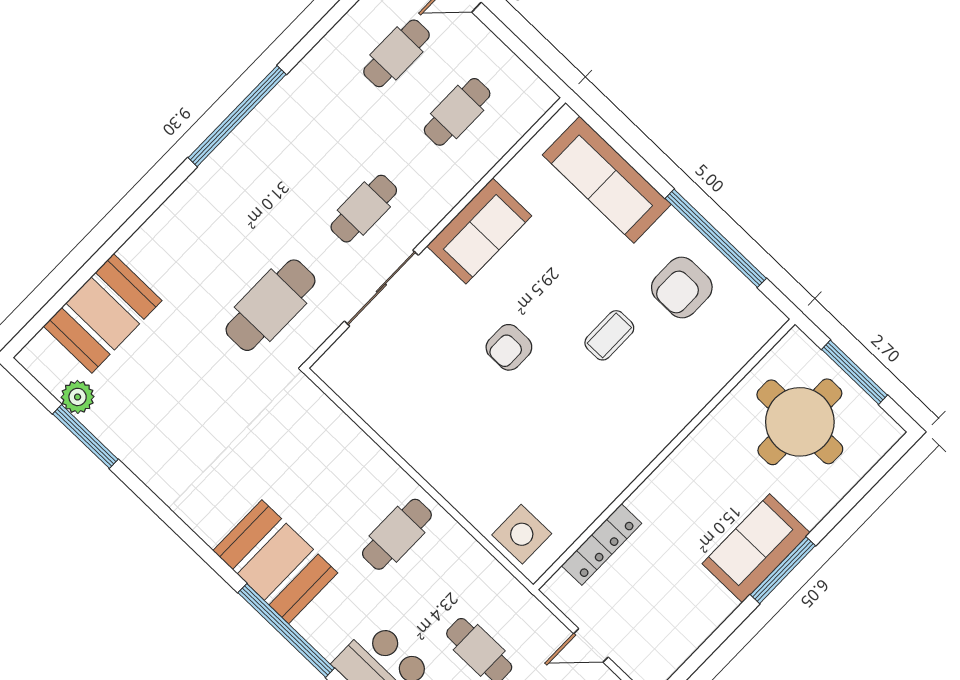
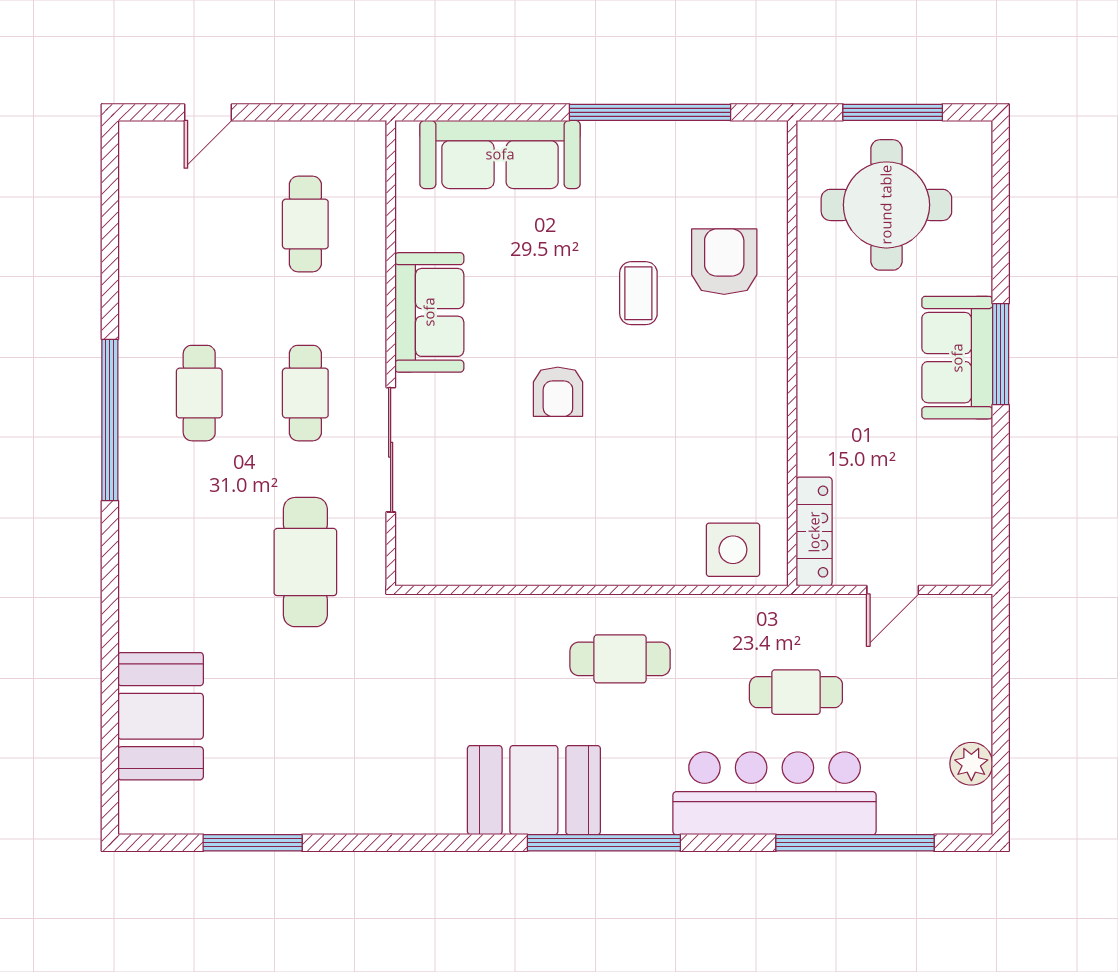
cafe table: (396, 53) -> (199, 393), moved
armchair: (682, 287) -> (724, 262), moved, turned 180
plant: (78, 397) -> (211, 814), removed
cafe table: (397, 534) -> (620, 659), turned 90
locker: (602, 544) -> (814, 532), moved

